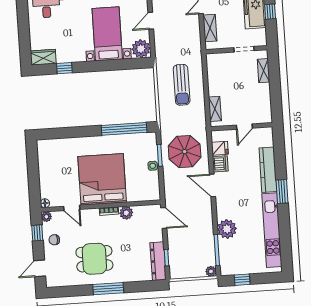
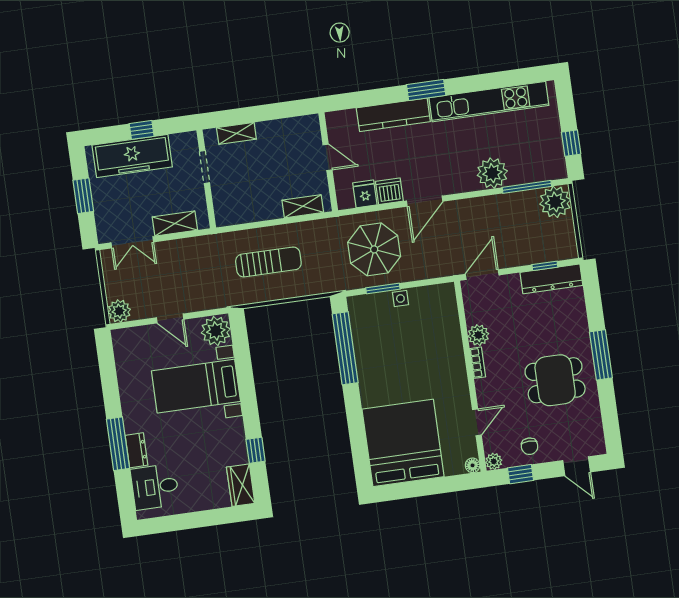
bed: (102, 179) -> (403, 443), moved, turned 90
dining table: (94, 259) -> (555, 380), turned 90
plant: (211, 271) -> (555, 202), width x1.87, depth x1.87

